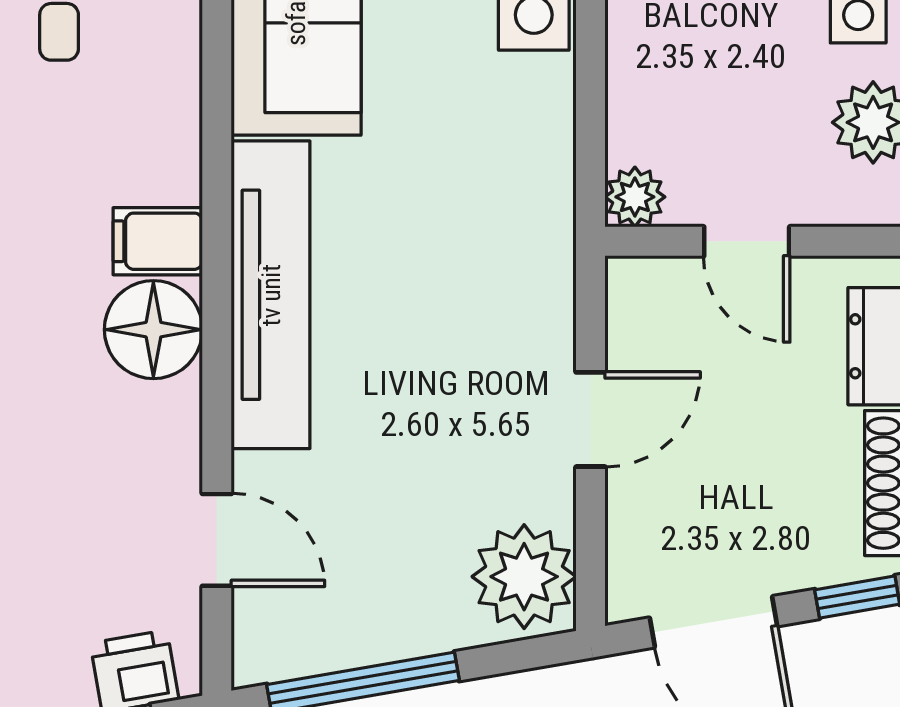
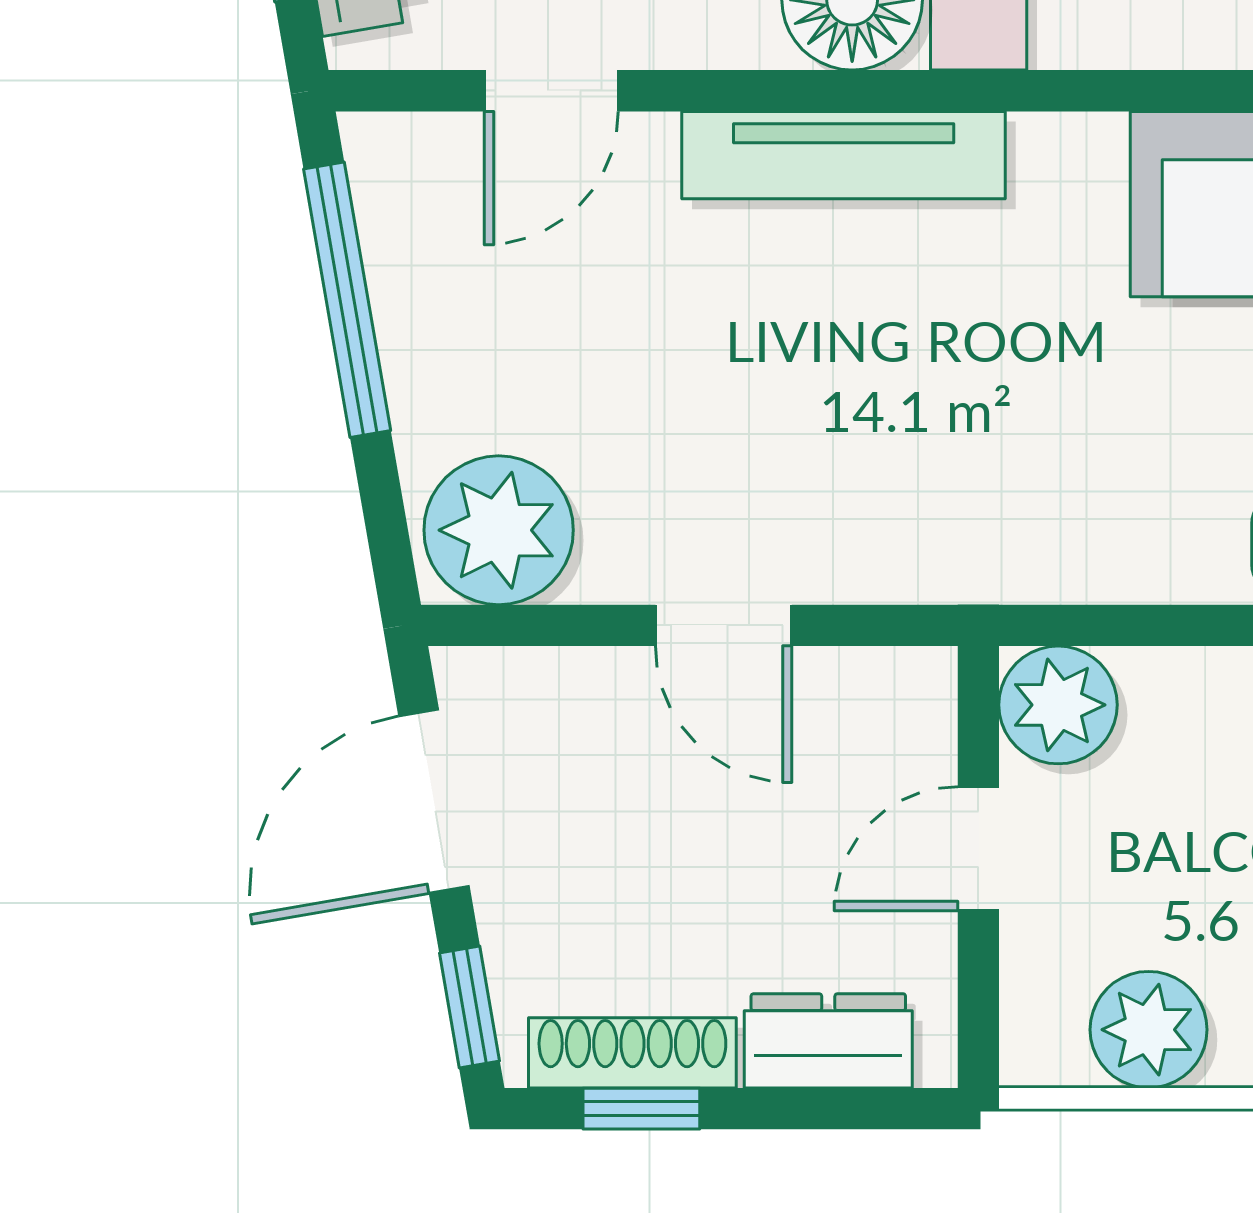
plant: (635, 197) -> (1058, 705), width x1.38, depth x1.38
tv unit: (271, 295) -> (844, 155), width x0.73, depth x0.78

